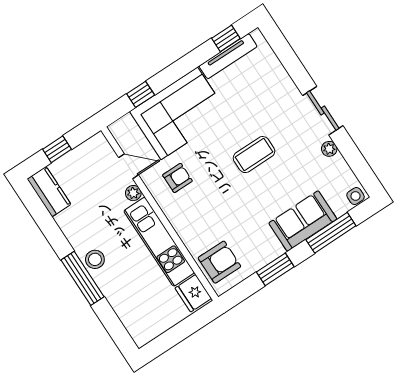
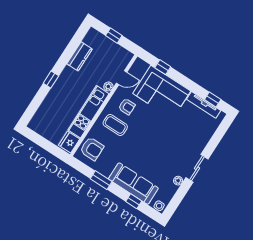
coffee table: (254, 155) -> (115, 125), moved
door: (128, 166) -> (122, 78), hinge flipped
kitchen counter: (49, 192) -> (79, 56), moved
sofa: (303, 221) -> (133, 184), width x1.36
window: (331, 233) -> (134, 201), width x0.46
stool: (95, 259) -> (64, 82), removed
window: (83, 278) -> (51, 80), width x0.46

